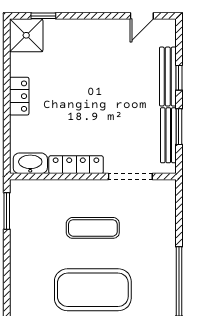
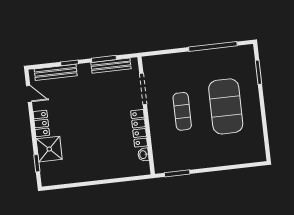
shower: (26, 35) -> (49, 149), moved
bench: (168, 77) -> (56, 72), moved
locker: (19, 96) -> (41, 123), moved, turned 90
washbasin: (30, 163) -> (143, 155), width x0.52, depth x0.69

